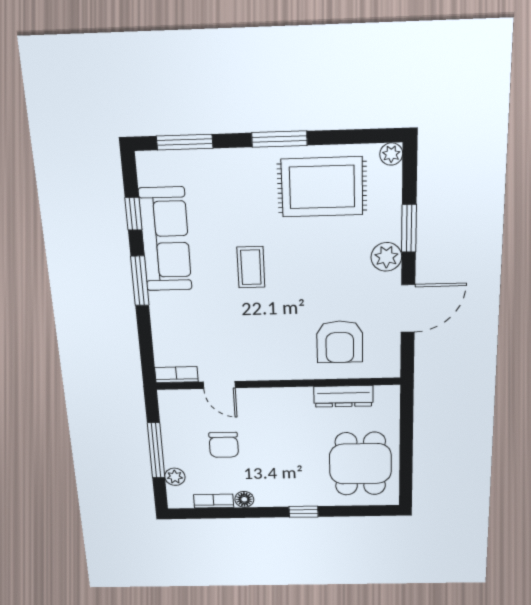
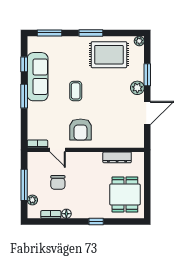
armchair: (340, 342) -> (81, 129), moved

